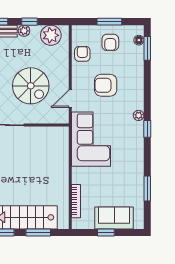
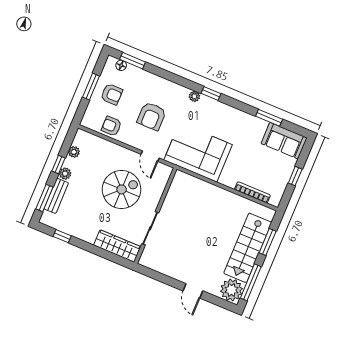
plant: (51, 35) -> (74, 152), width x0.53, depth x0.53
sofa: (114, 218) -> (284, 141), moved, turned -90

